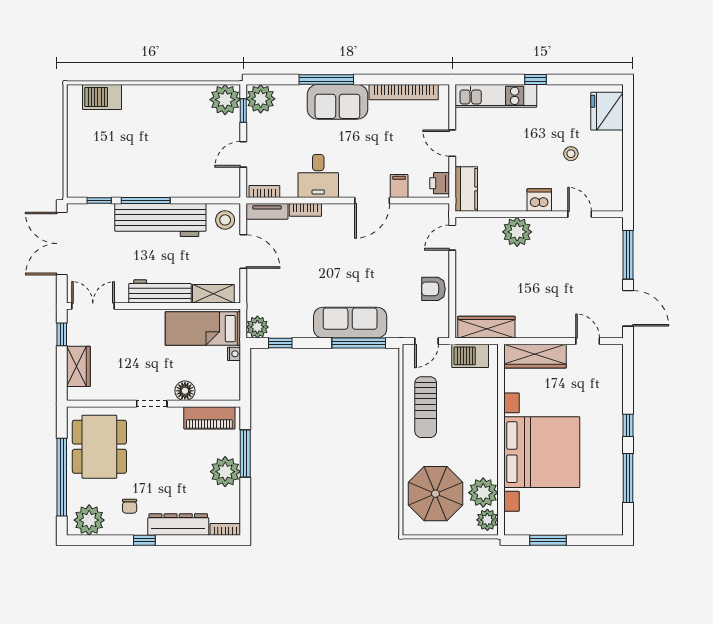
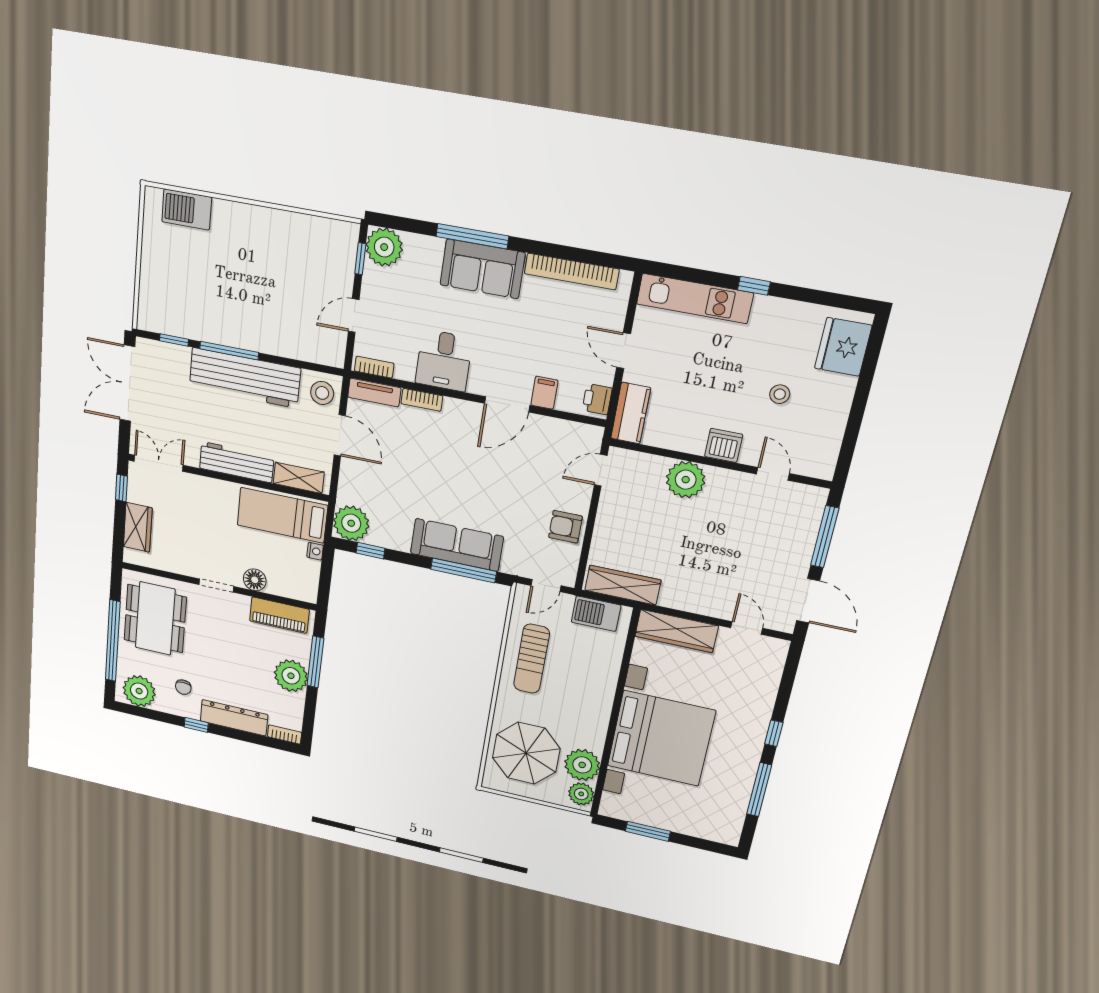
plant: (225, 100) -> (339, 240), removed
plant: (257, 327) -> (351, 523), width x1.36, depth x1.36

